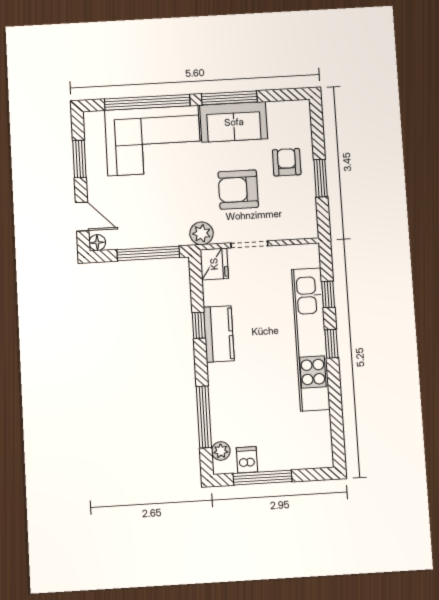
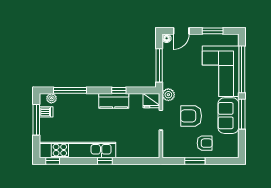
armchair: (238, 190) -> (191, 116), turned -90
window: (328, 294) -> (53, 161), moved
kitchen unit: (311, 339) -> (77, 150), moved

